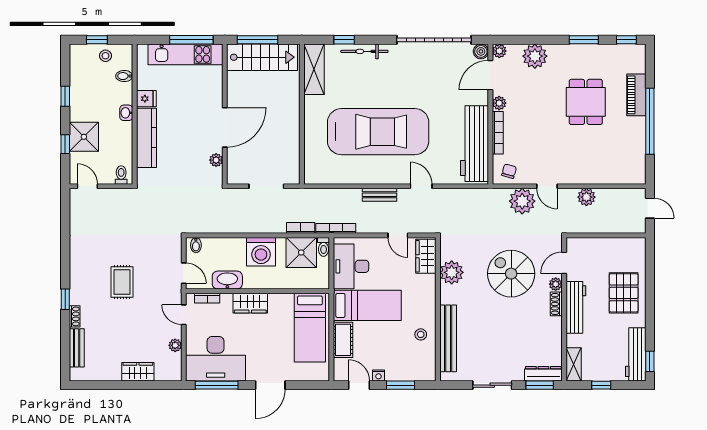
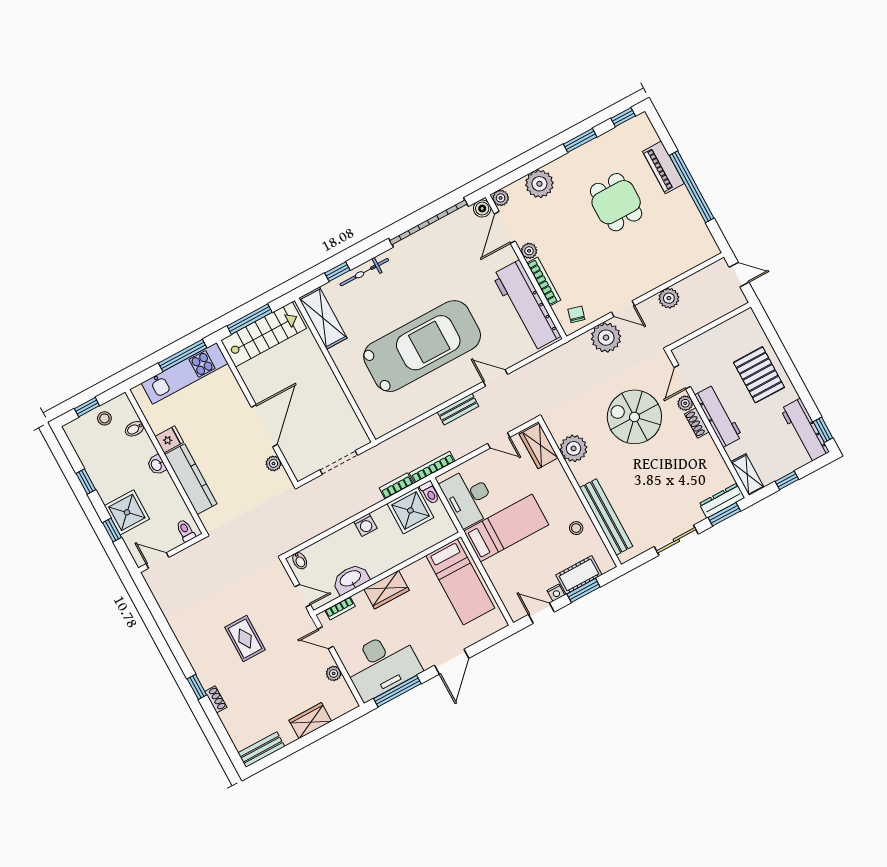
washing machine: (261, 252) -> (365, 525), width x0.53, depth x0.53
cot: (343, 340) -> (579, 575), moved, turned 90
bench: (77, 348) -> (261, 750), moved, turned 90

